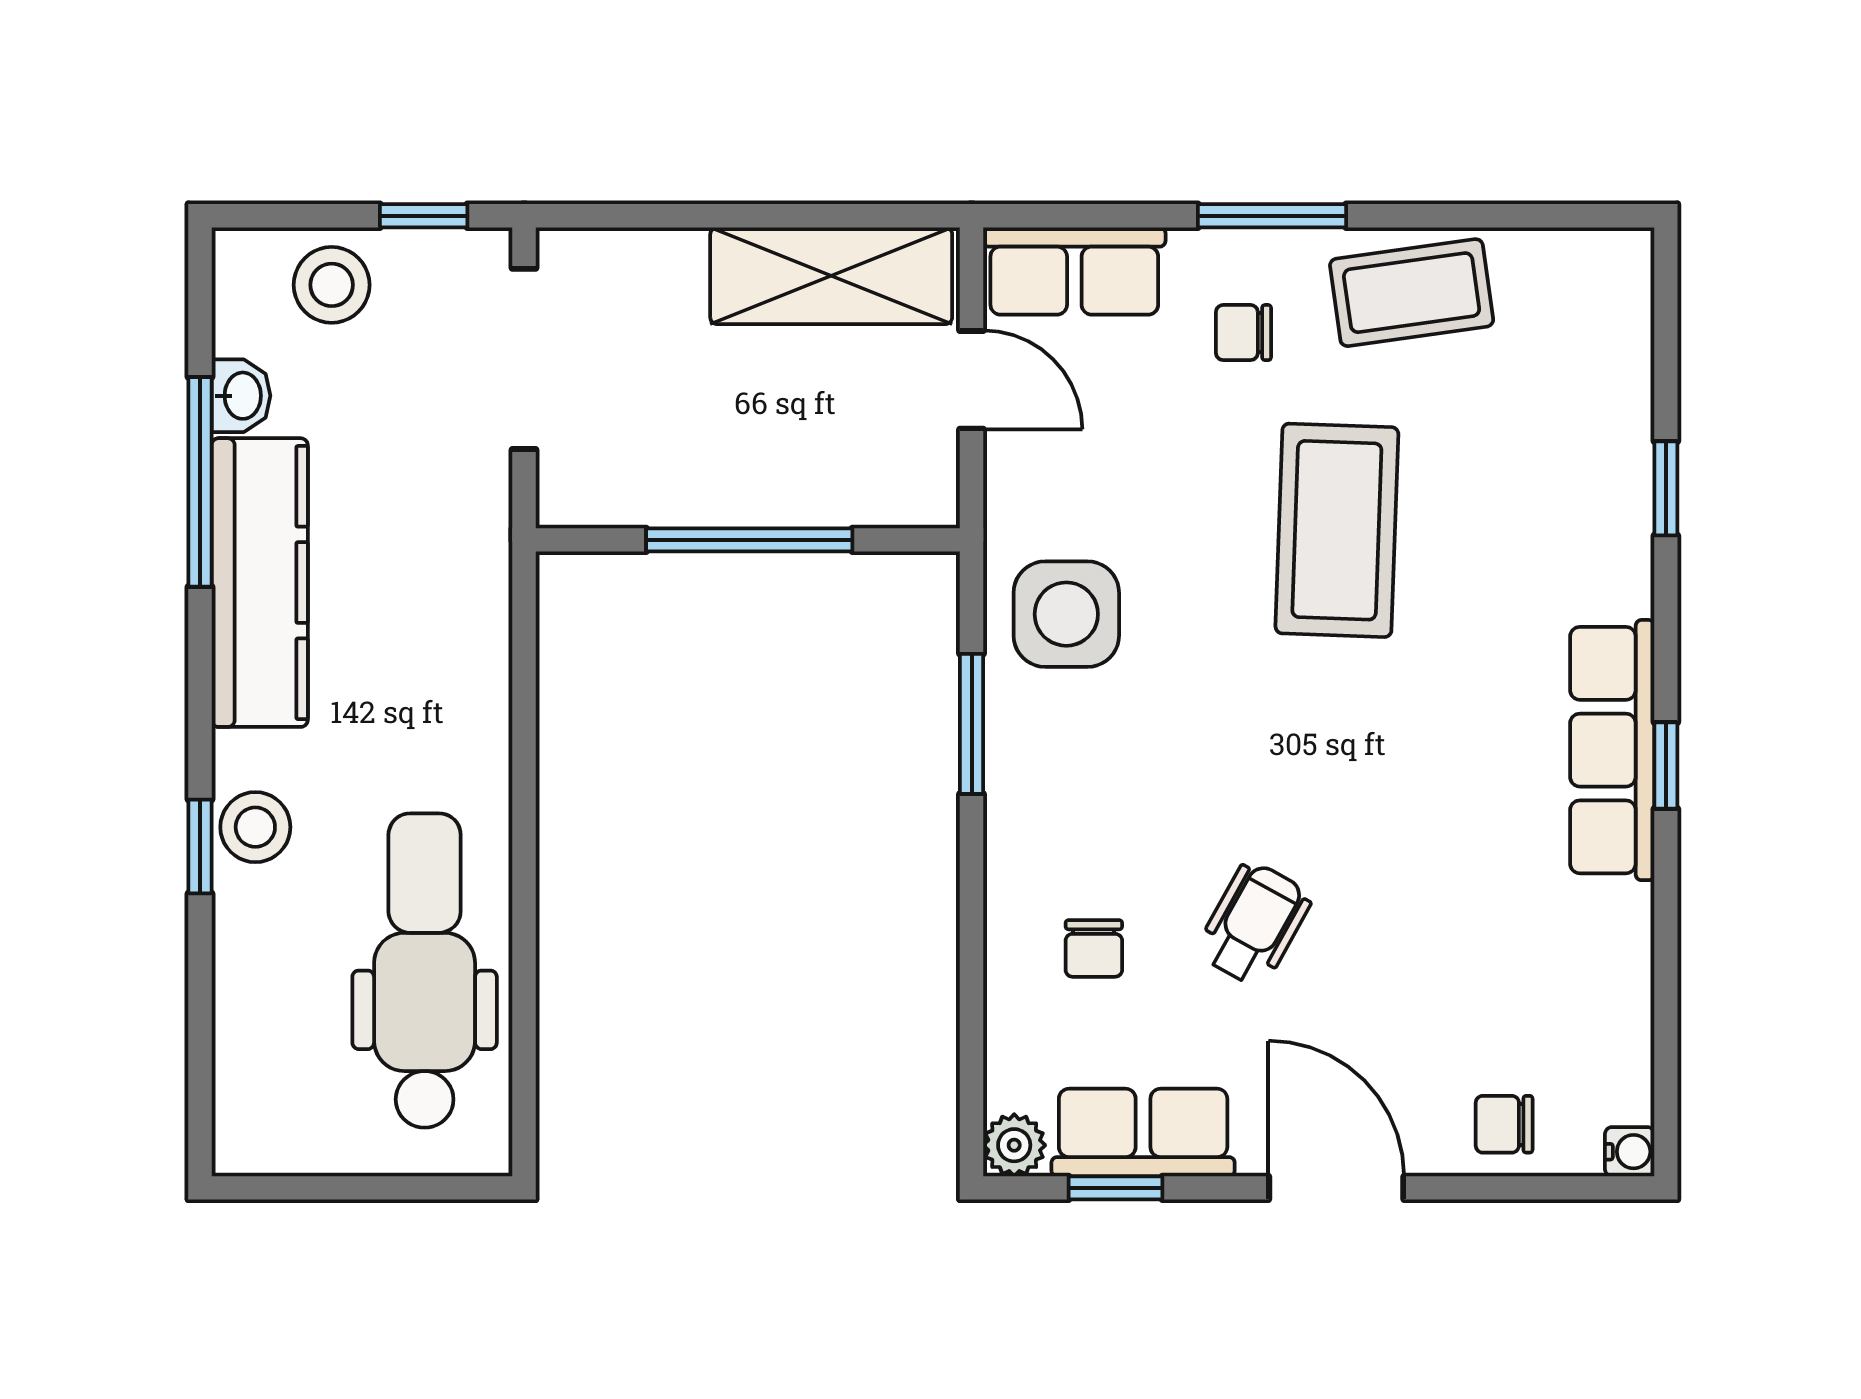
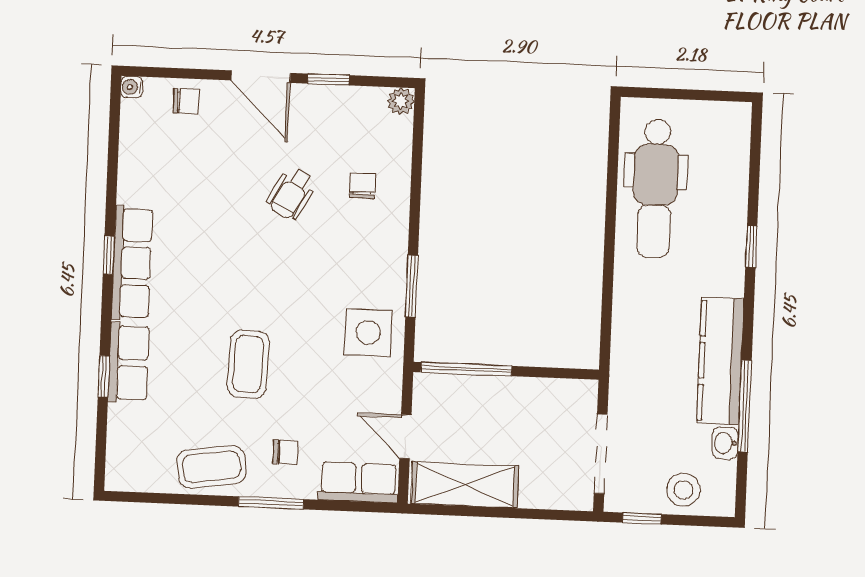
coffee table: (1337, 530) -> (248, 364), width x0.73, depth x0.76
window: (749, 540) -> (466, 369), moved
stool: (255, 827) -> (727, 254), removed
row of seats: (1143, 1132) -> (129, 363), moved, turned -90
window: (1115, 1188) -> (328, 79), moved

